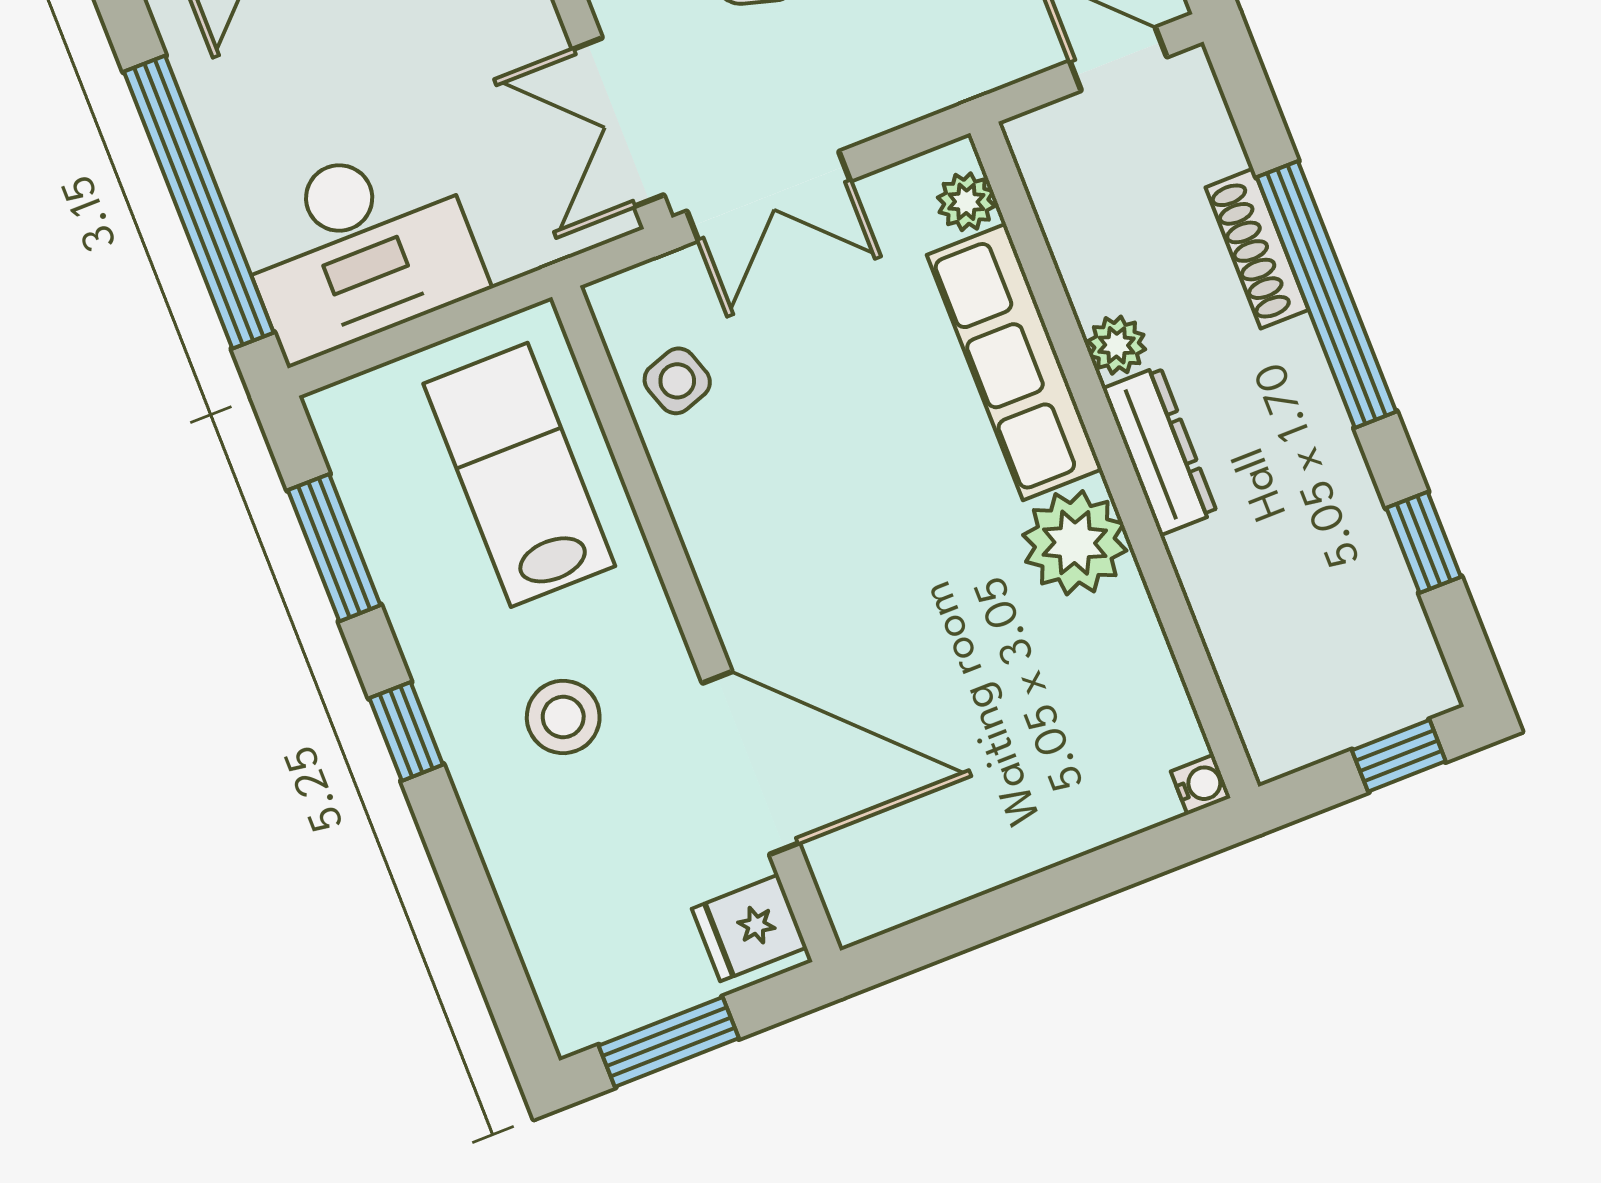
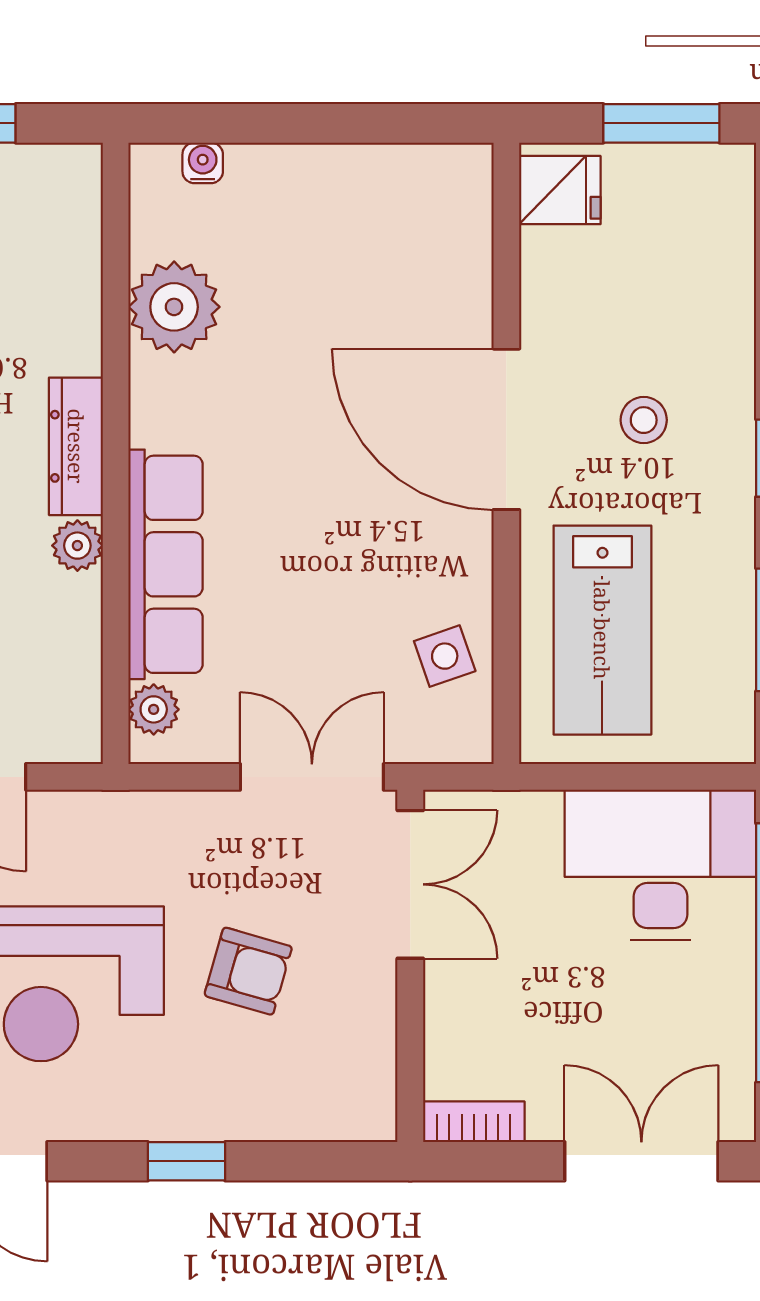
plant: (1075, 543) -> (174, 307), moved
stool: (563, 717) -> (644, 420), width x0.73, depth x0.73
door: (751, 763) -> (506, 429), moved
water cooler: (1201, 785) -> (203, 163), moved, turned 90

